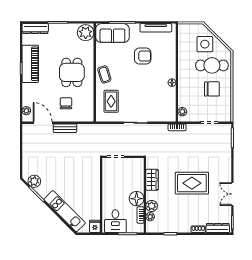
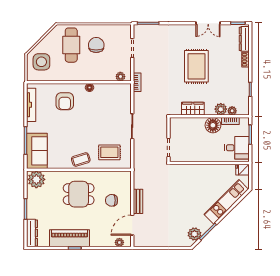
side table: (205, 44) -> (41, 62), moved
armchair: (143, 56) -> (65, 101), moved, turned 180

